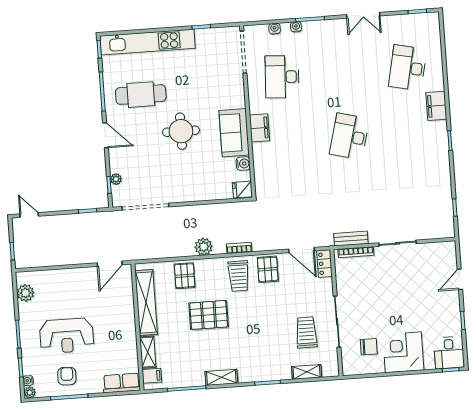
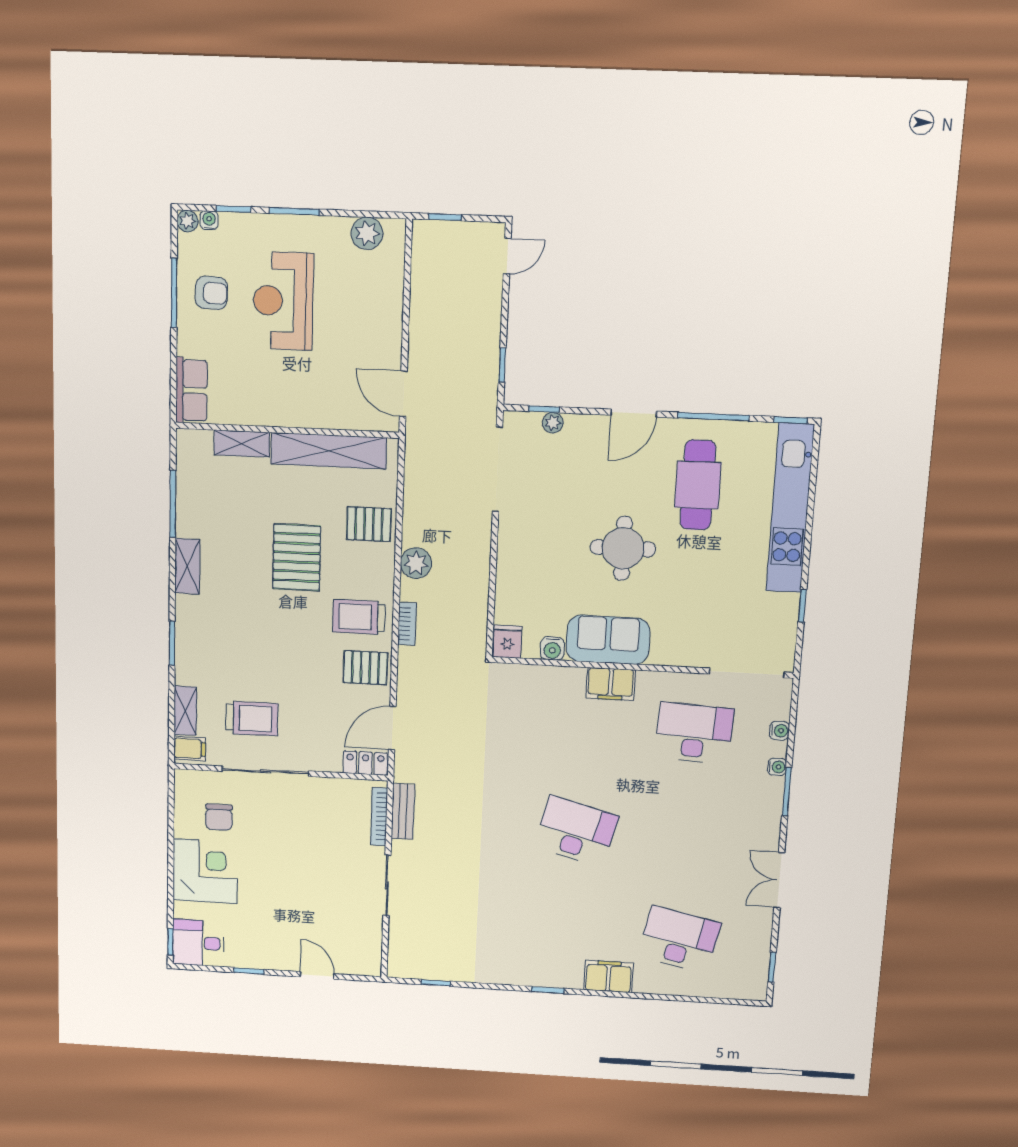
filing cabinet: (152, 376) -> (190, 749), moved, turned -90

